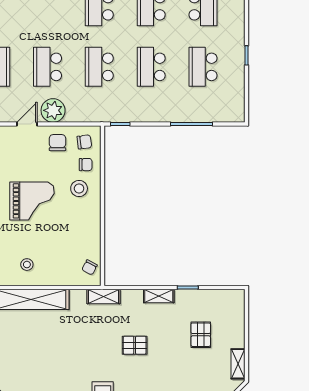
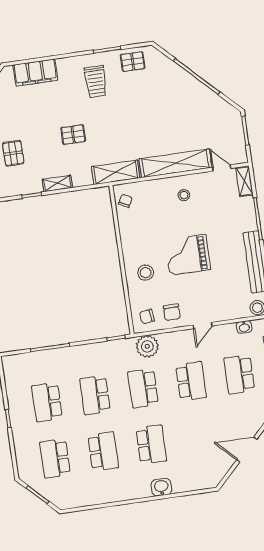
school desk: (99, 67) -> (143, 388), turned 180
school desk: (151, 67) -> (95, 395), turned 180
school desk: (203, 67) -> (47, 402), turned 180
plant: (53, 110) -> (147, 346), moved
chair: (86, 165) -> (143, 296), removed
shelving: (104, 297) -> (116, 172), width x1.50, depth x1.33

